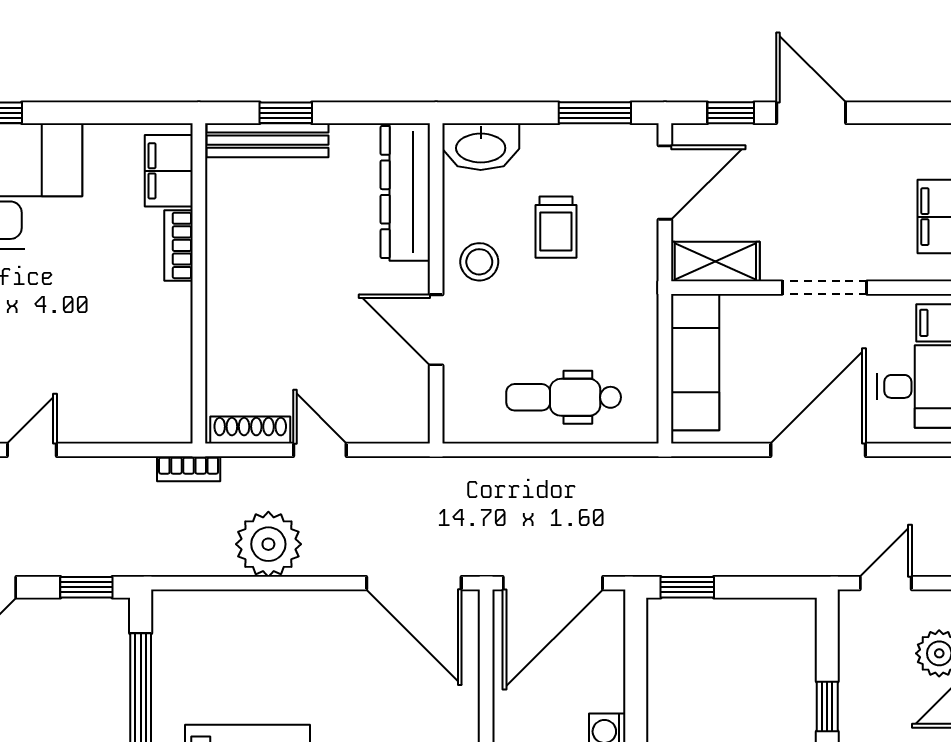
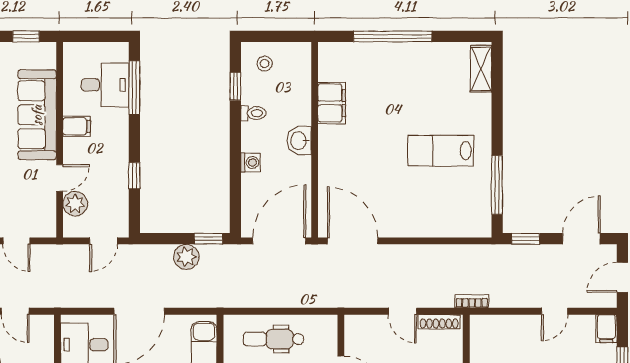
dental chair: (564, 397) -> (274, 339), turned 180
plant: (268, 544) -> (186, 257), moved, width x0.73, depth x0.73

